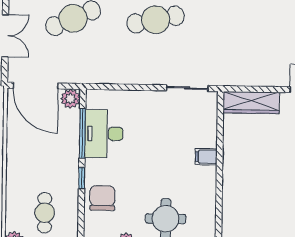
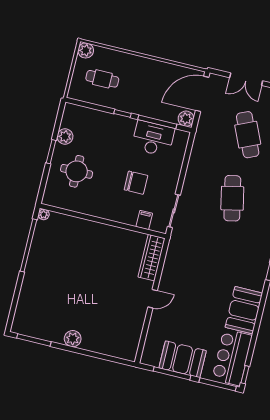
filing cabinet: (206, 157) -> (144, 220), moved
chair: (102, 198) -> (136, 183), moved

